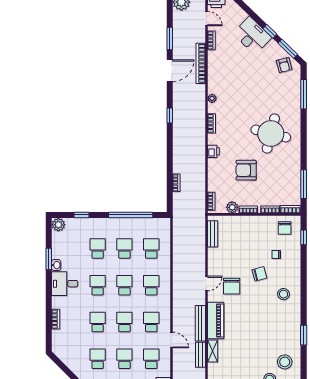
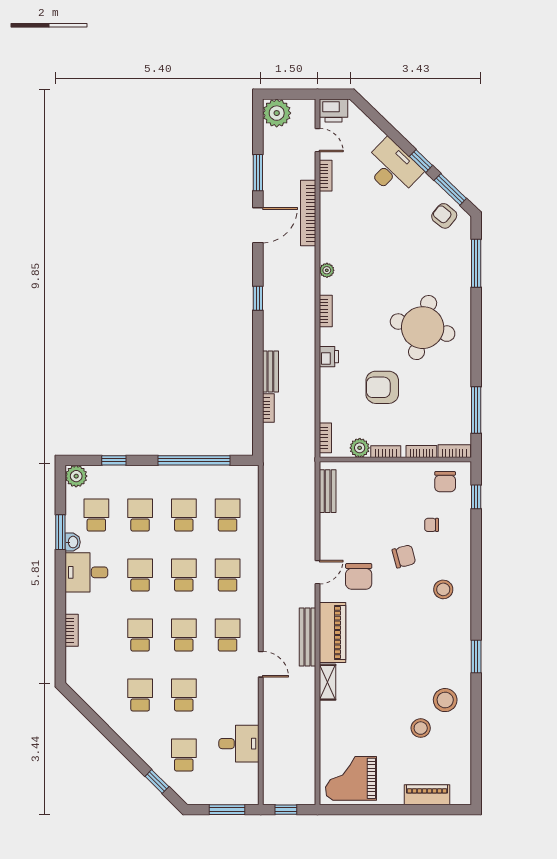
armchair: (284, 65) -> (444, 216), turned 144
bench: (200, 355) -> (270, 371), moved
school desk: (151, 359) -> (96, 515), moved

